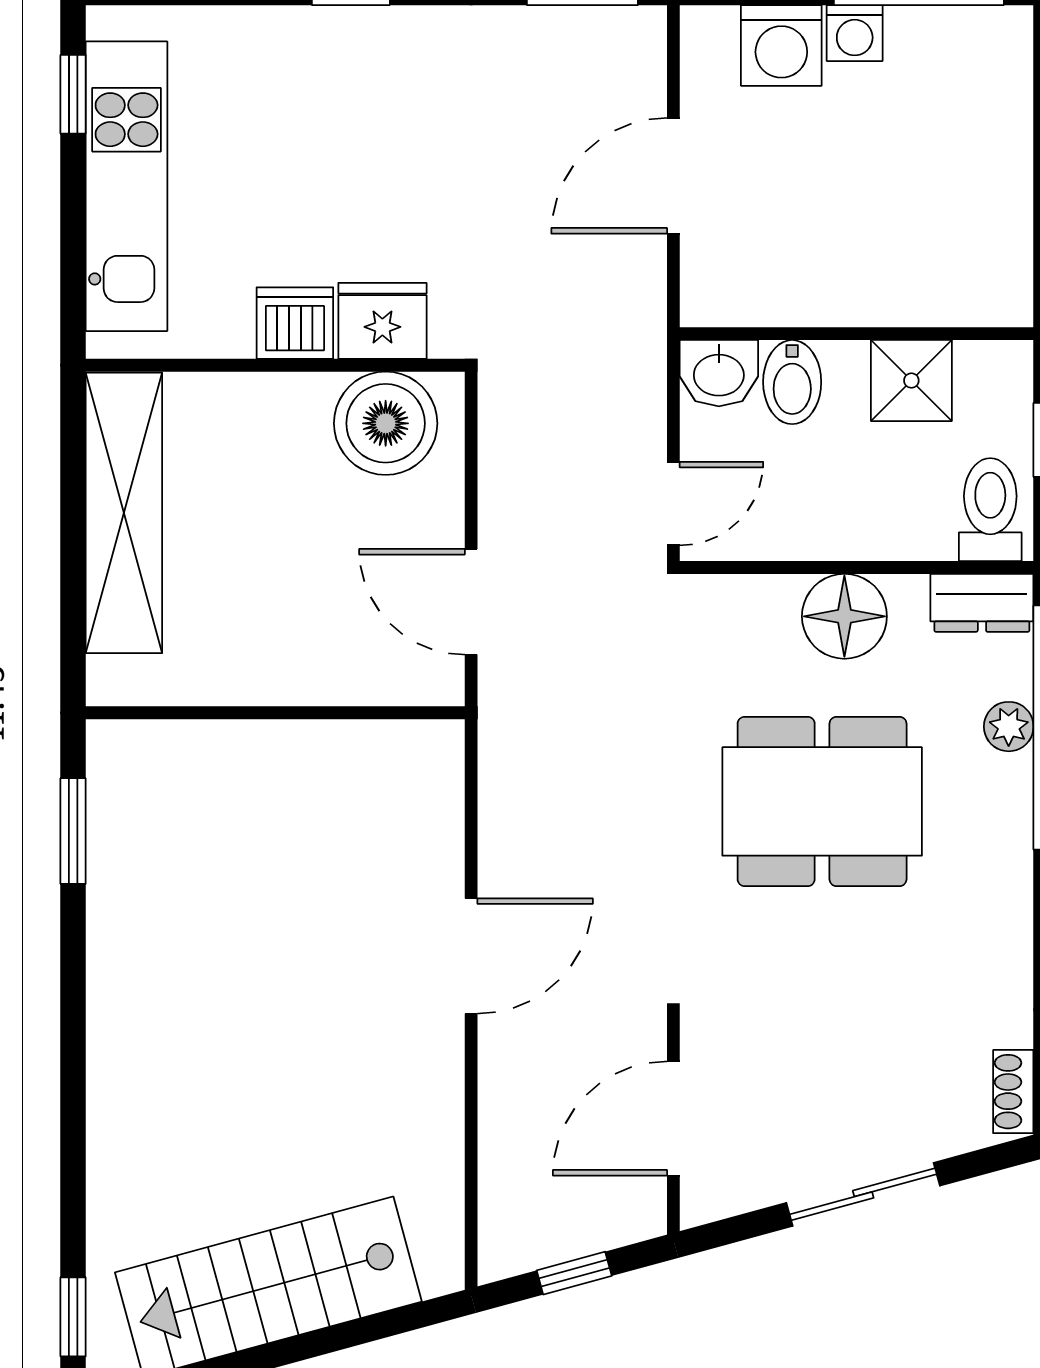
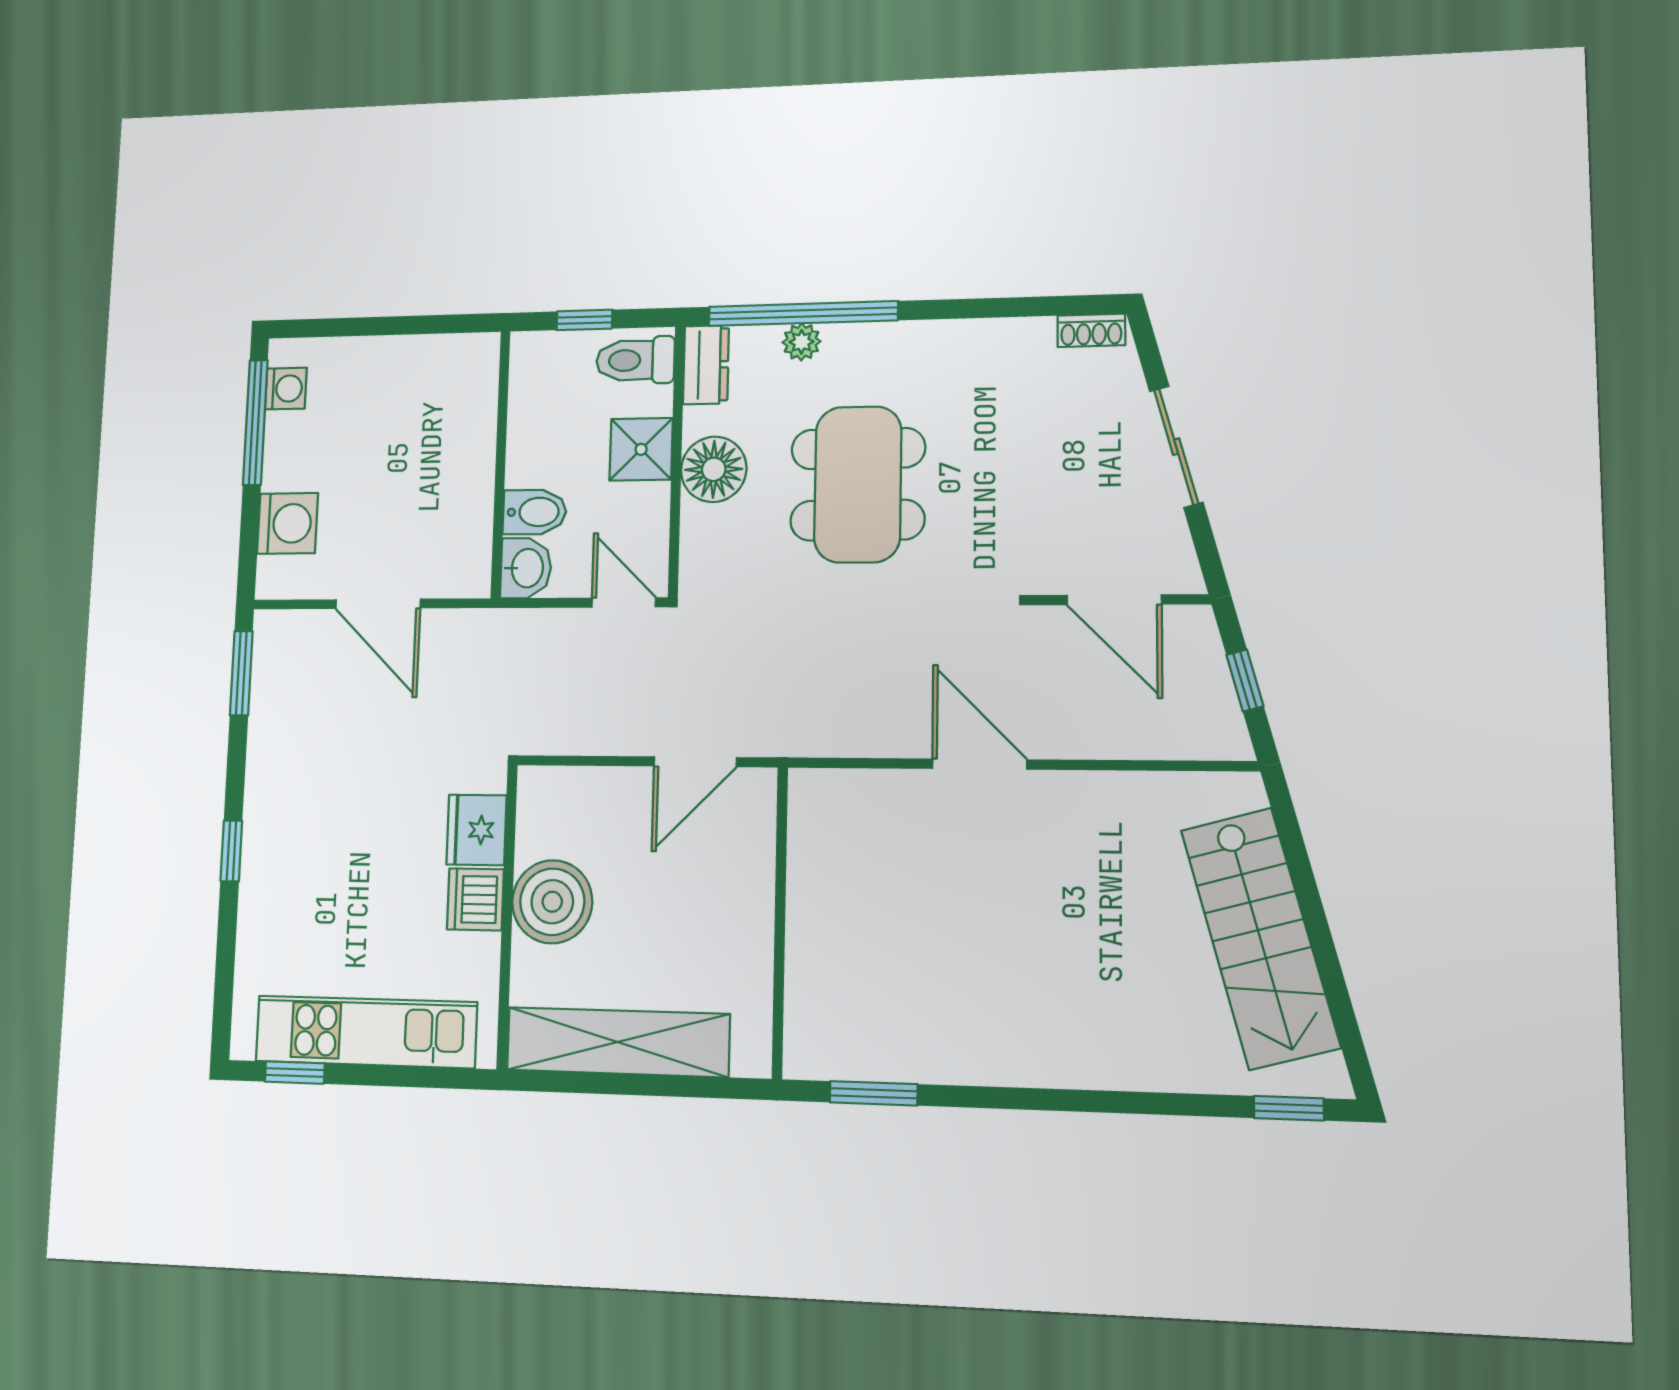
washing machine: (855, 33) -> (286, 389), moved
shower: (911, 381) -> (641, 449), moved
boiler: (386, 423) -> (552, 902), moved

